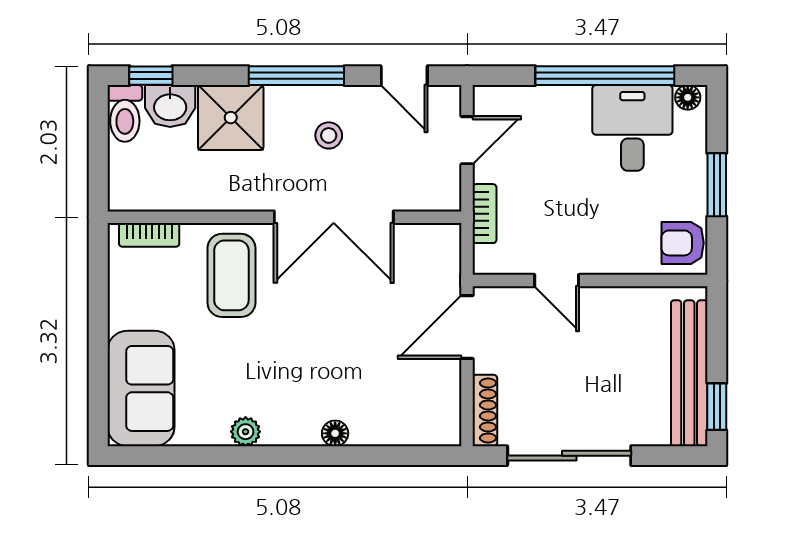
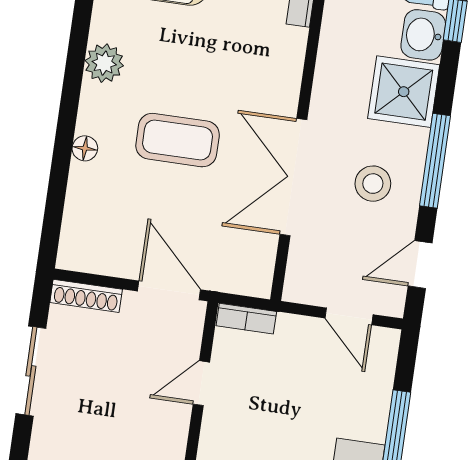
stool: (329, 135) -> (373, 184), width x1.37, depth x1.37
bookcase: (485, 214) -> (246, 319), moved
coffee table: (231, 275) -> (178, 140), moved
plant: (246, 432) -> (104, 63), width x1.38, depth x1.38
sliding door: (569, 456) -> (31, 371), width x0.73

